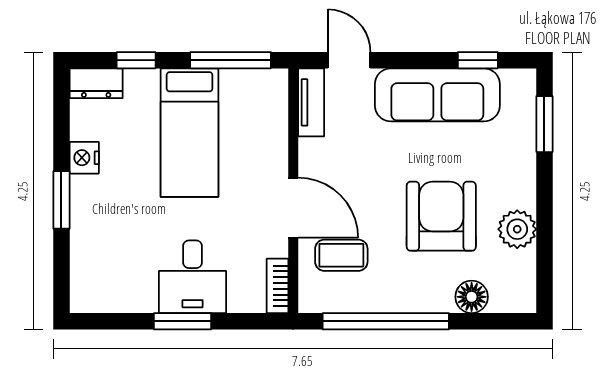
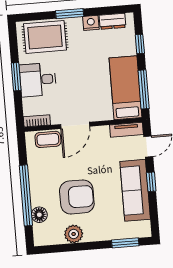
window: (478, 60) -> (151, 182), moved
dresser: (96, 83) -> (113, 21), moved, turned -90
bed: (190, 133) -> (125, 88), moved, turned 90
rug: (105, 255) -> (45, 37), added
coffee table: (341, 255) -> (48, 139), moved, turned 90
window: (386, 321) -> (26, 195), moved

